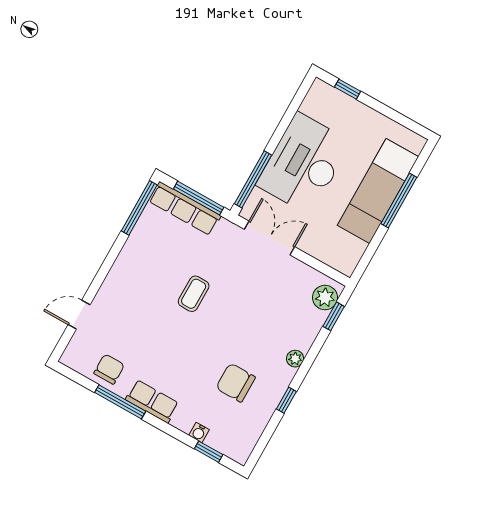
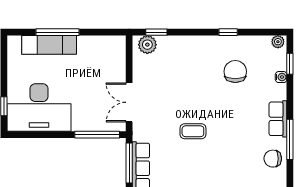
desk: (304, 163) -> (39, 107), moved
exam couch: (378, 191) -> (49, 45), width x0.73, depth x0.69
plant: (295, 359) -> (278, 42), moved
chair: (236, 383) -> (235, 72), turned 180

